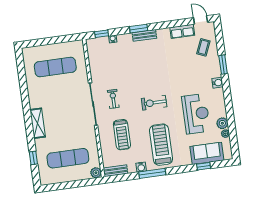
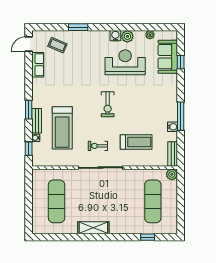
bench: (144, 35) -> (37, 121), moved
water cooler: (217, 83) -> (115, 36), moved
shelving: (38, 123) -> (93, 228), moved
plant: (222, 123) -> (127, 36), moved
treadmill: (161, 145) -> (62, 128), moved, turned -90

